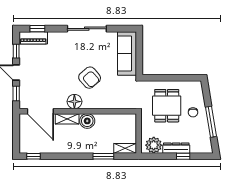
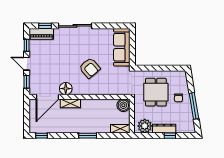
sliding door: (87, 29) -> (75, 26), moved
floor lamp: (74, 102) -> (66, 89), moved
door: (40, 111) -> (47, 97), hinge flipped
boiler: (87, 121) -> (123, 105), moved
window: (103, 156) -> (88, 136), moved

